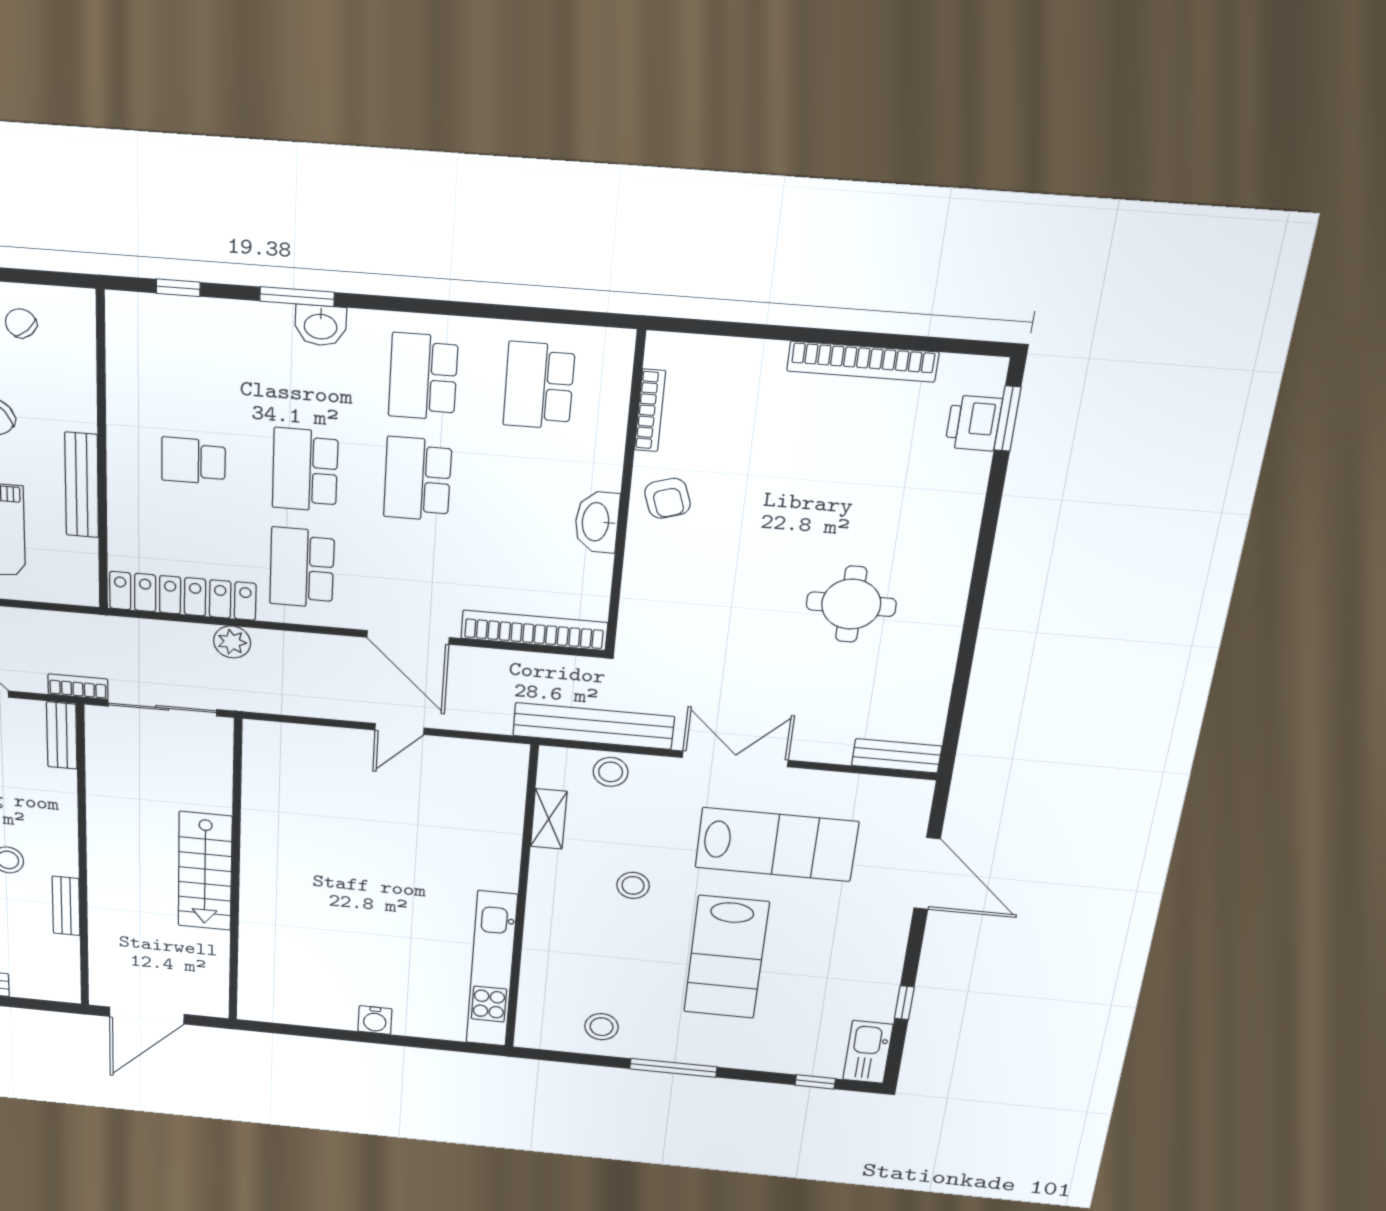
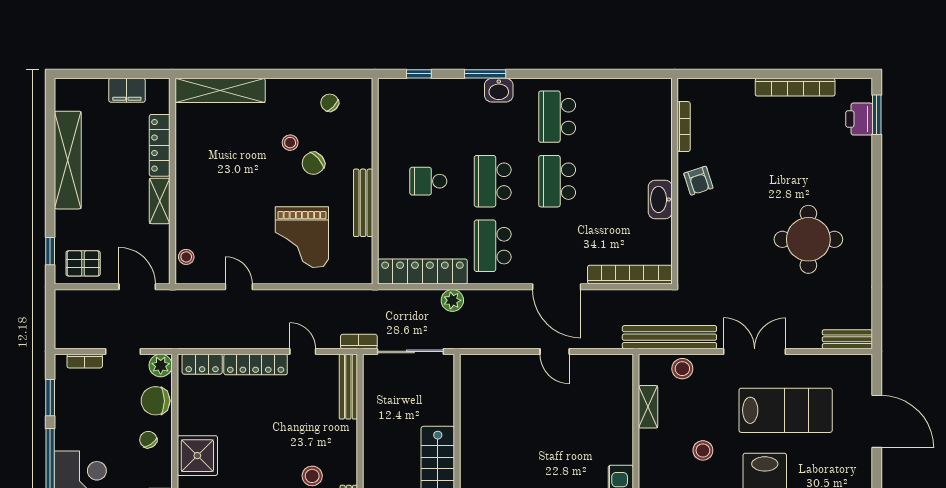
school desk: (539, 386) -> (621, 117), removed
round table: (851, 604) -> (808, 239), width x1.36, depth x1.36
door: (399, 729) -> (555, 351), hinge flipped
bench: (62, 736) -> (348, 387), width x1.36

